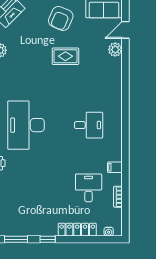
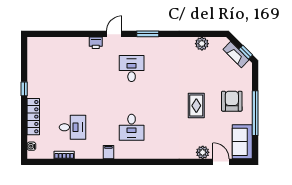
armchair: (61, 18) -> (232, 101), turned 67
desk: (26, 125) -> (132, 69), width x0.53, depth x0.77
filing cabinet: (115, 167) -> (108, 152), moved
window: (16, 239) -> (24, 59), removed

